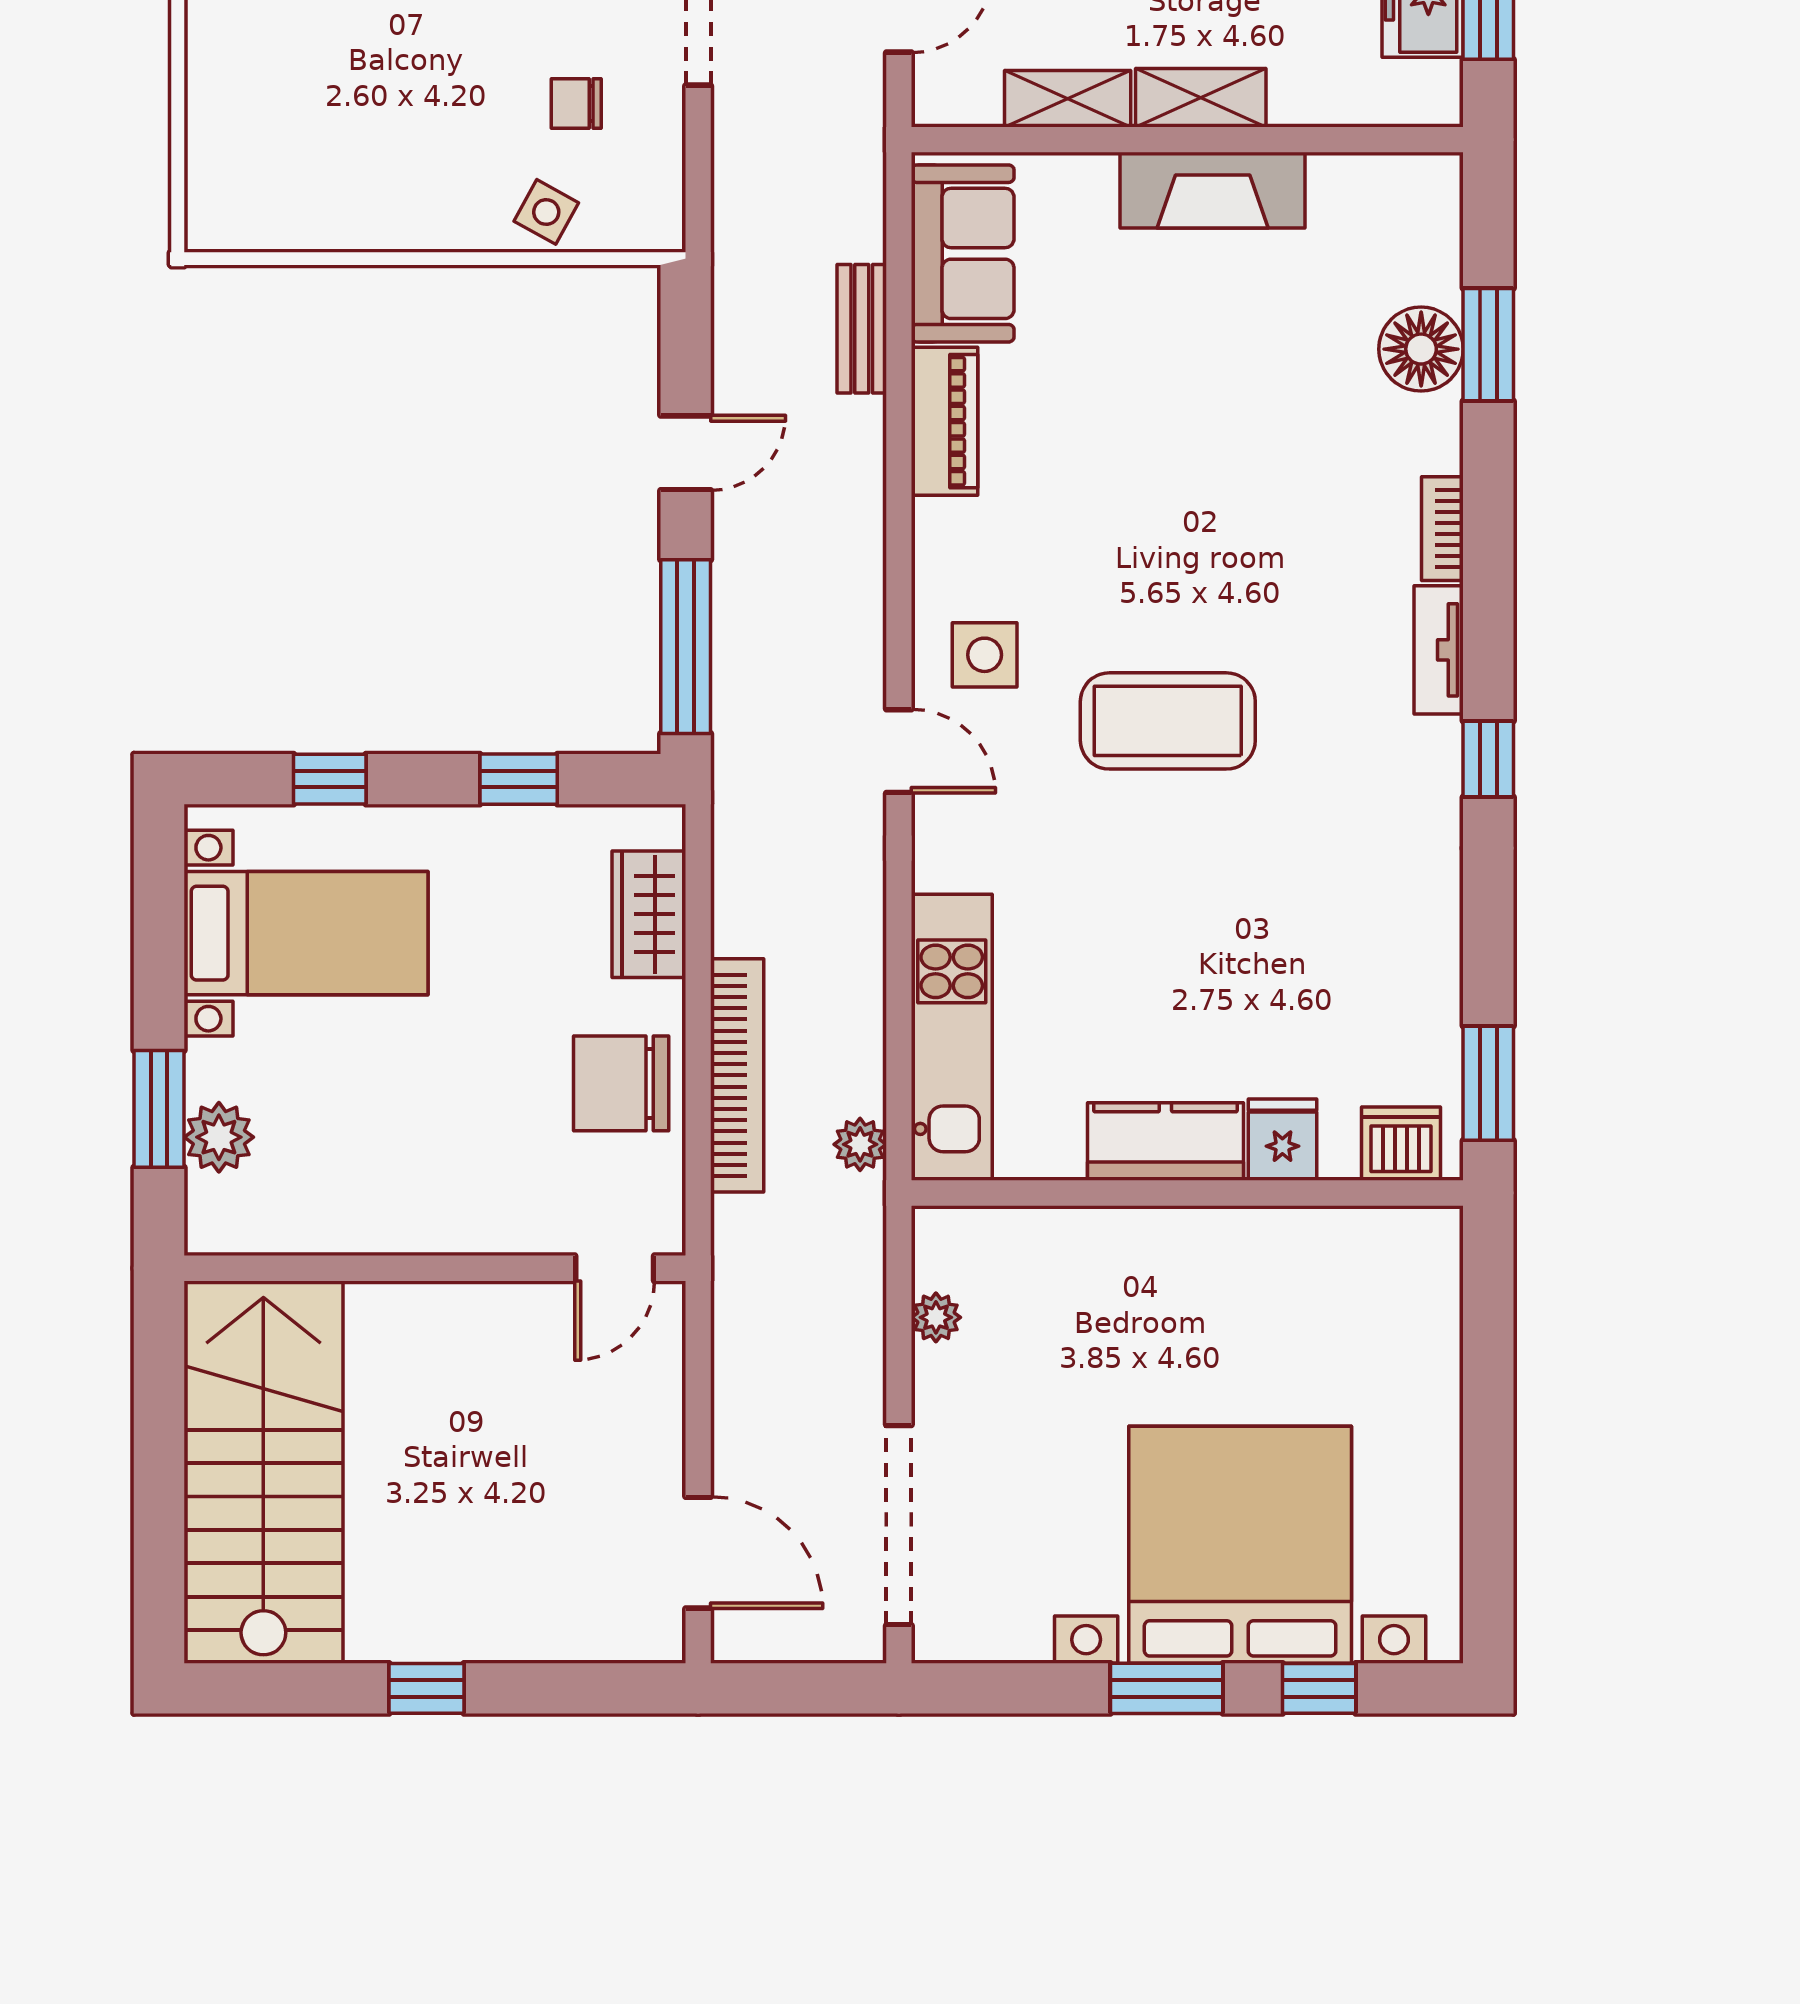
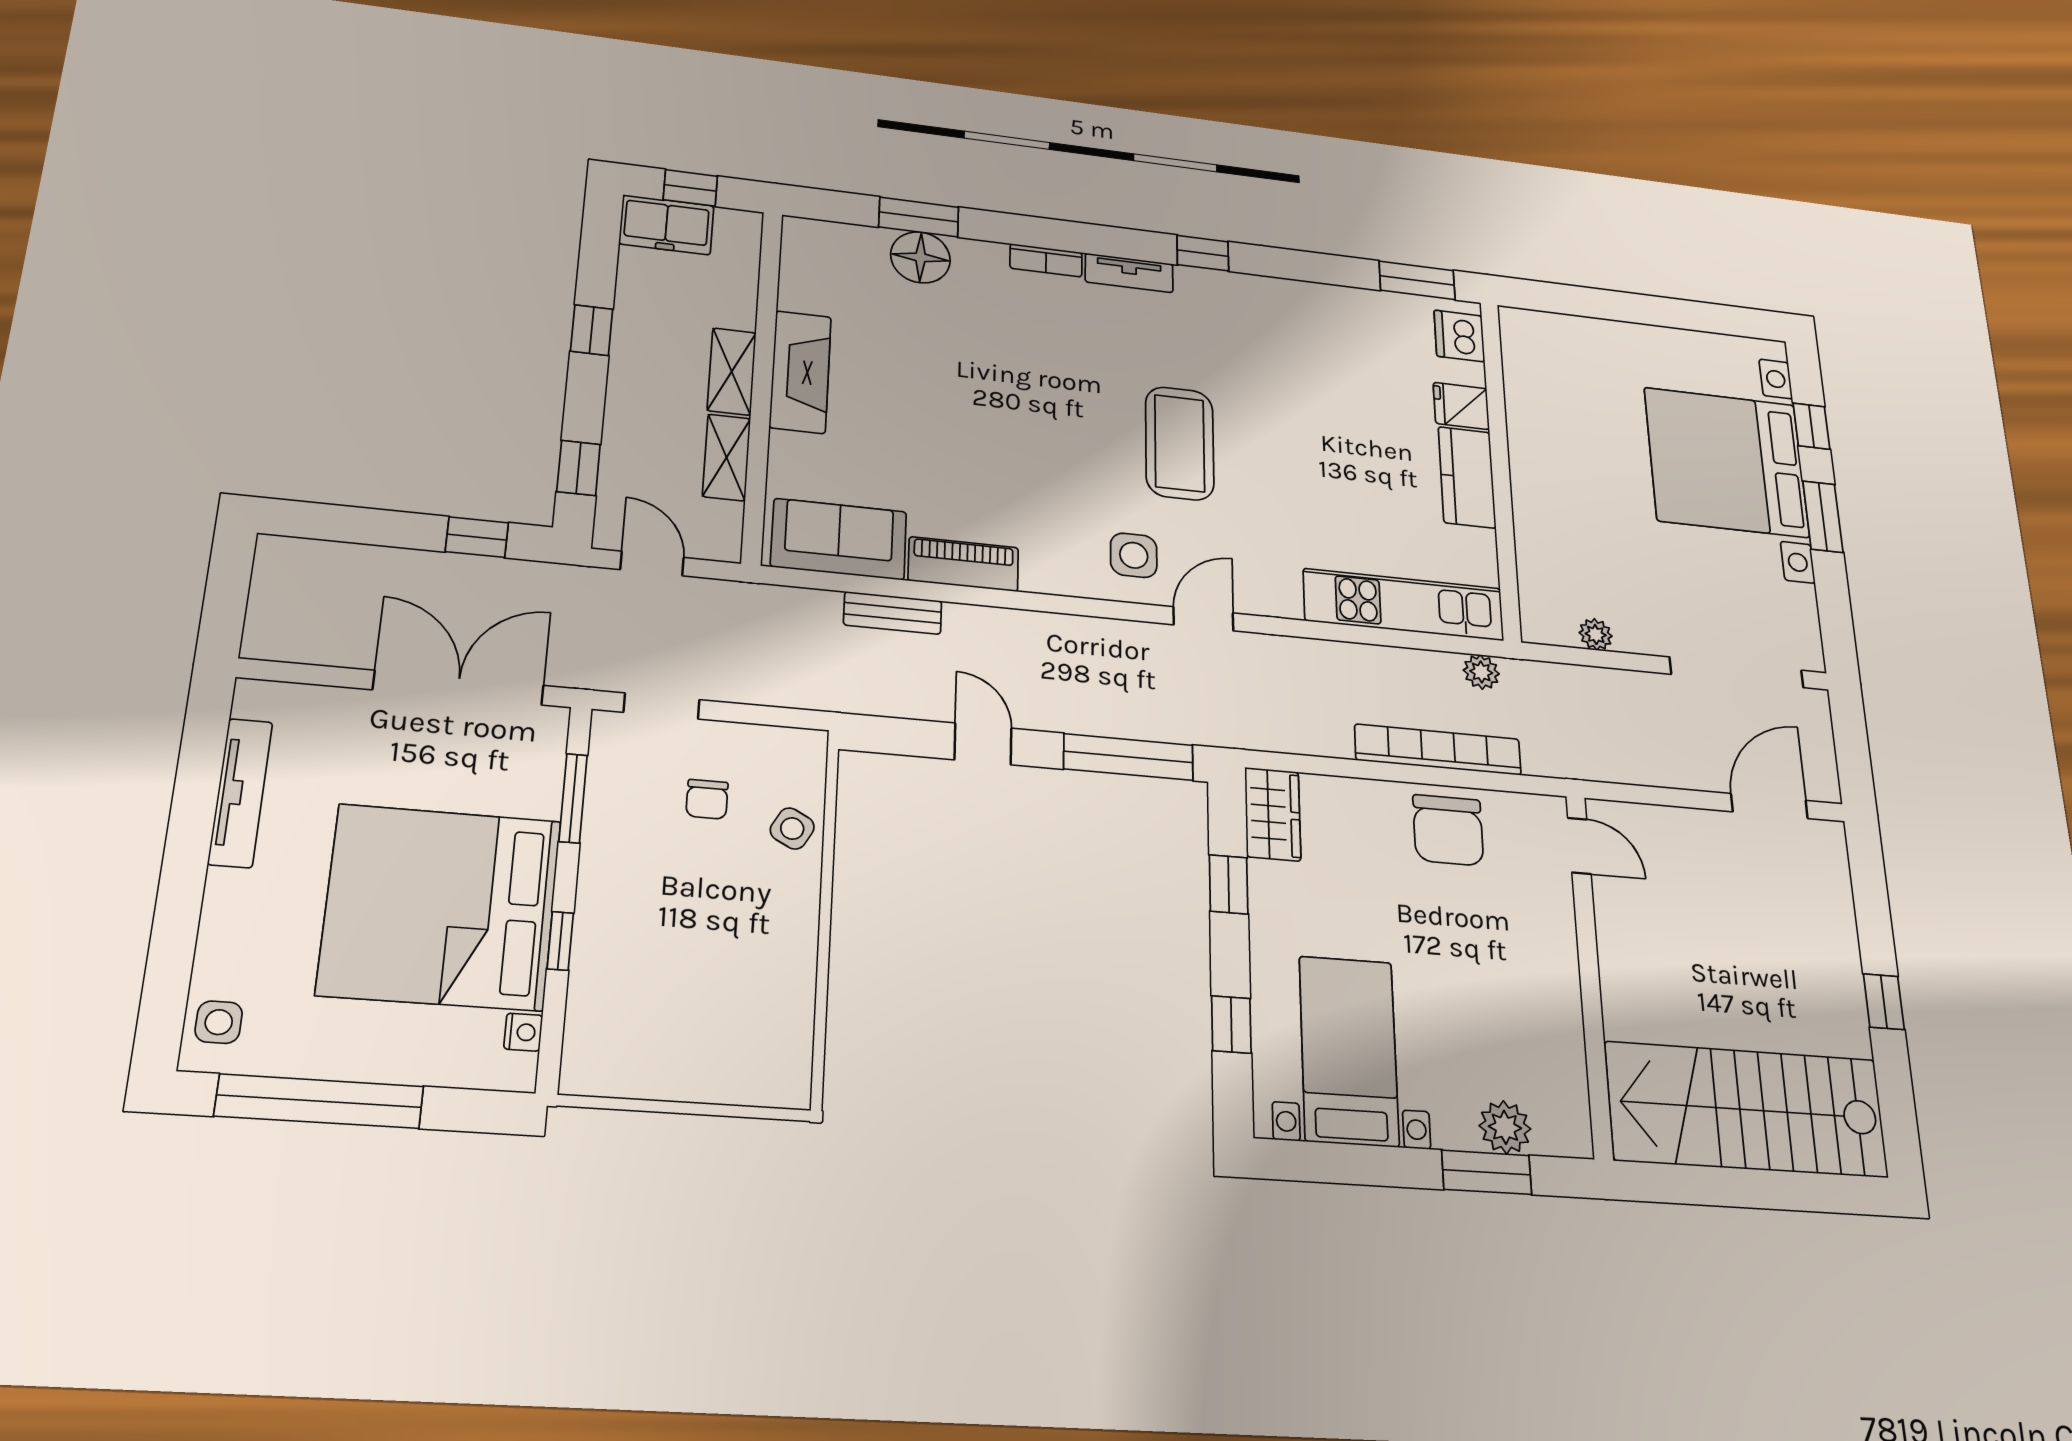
wardrobe: (649, 914) -> (1273, 814), moved, turned -90

